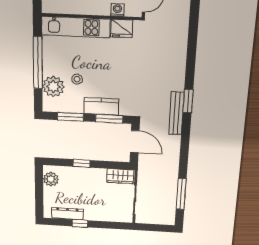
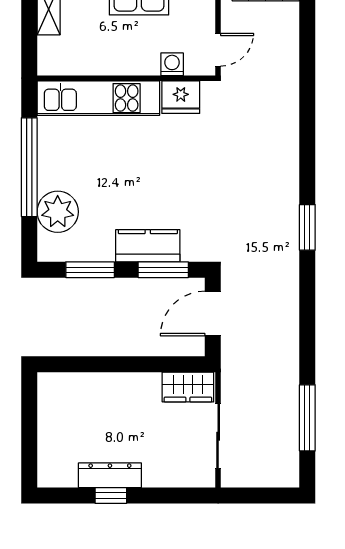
stool: (77, 79) -> (102, 195), removed
bench: (176, 113) -> (288, 252), removed
door: (135, 142) -> (213, 313), swing flipped
window: (81, 163) -> (112, 364), removed
plant: (51, 179) -> (52, 401), removed
dresser: (67, 214) -> (110, 475), moved

